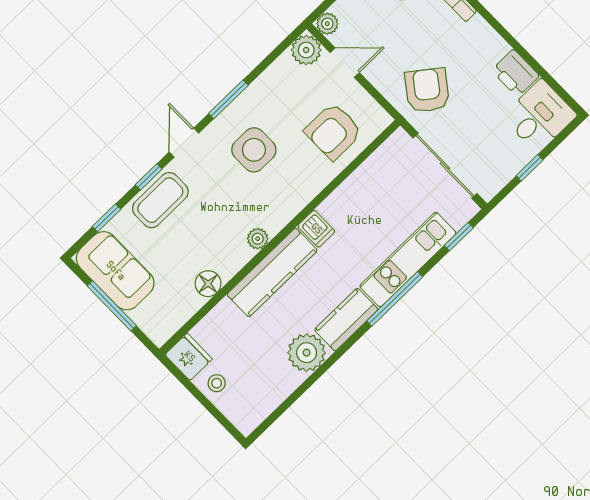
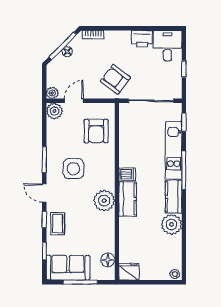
coffee table: (160, 200) -> (58, 224), width x0.73, depth x0.77
plant: (258, 239) -> (104, 201), width x1.87, depth x1.87
kitchen counter: (272, 272) -> (128, 199), width x0.67
floor lamp: (208, 284) -> (108, 260), moved
stool: (217, 383) -> (175, 274), moved

